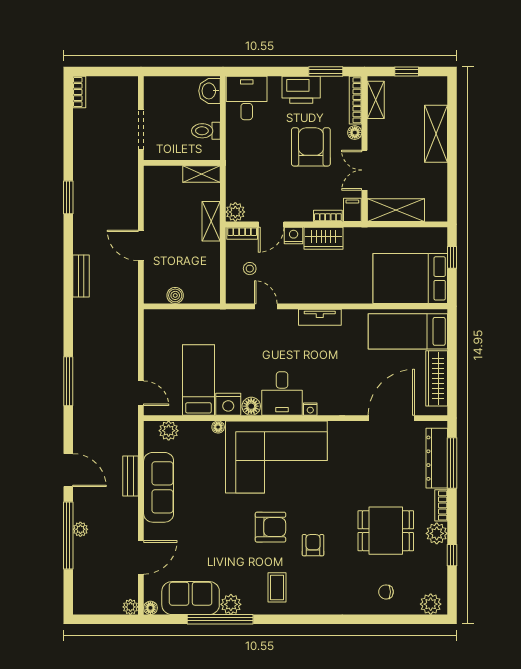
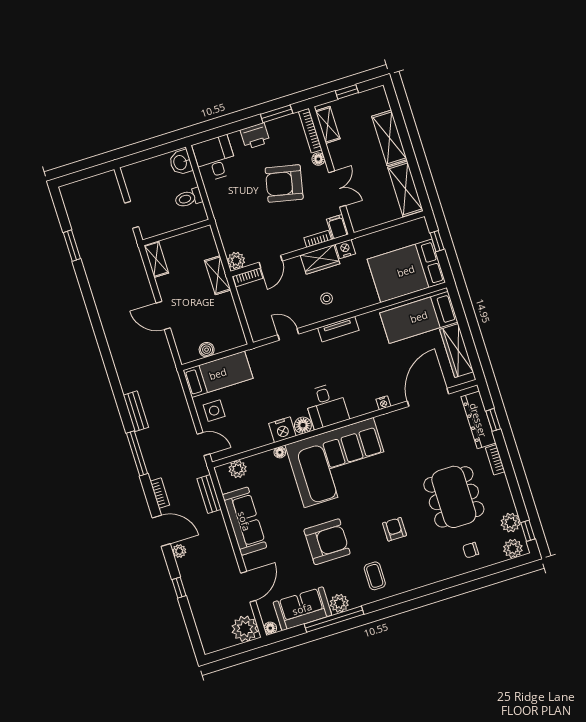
printer: (301, 90) -> (255, 136), width x0.73, depth x0.84
bookcase: (79, 92) -> (160, 493), moved
doorway: (141, 130) -> (132, 215), width x0.73
armchair: (311, 147) -> (284, 183), turned -78
double door: (365, 170) -> (337, 189), swing flipped
shelving: (202, 174) -> (156, 259), moved, turned 90
window: (68, 197) -> (72, 246), moved
shelving: (396, 210) -> (405, 189), moved, turned 90
nightstand: (294, 236) -> (345, 249), moved
stool: (250, 269) -> (327, 299), moved
bench: (81, 276) -> (136, 411), moved
side table: (163, 362) -> (214, 411), added
bed: (198, 380) -> (218, 374), moved, turned 90
nightstand: (310, 409) -> (383, 403), moved
window: (452, 463) -> (493, 420), width x0.46
bench: (130, 476) -> (209, 494), moved
armchair: (270, 527) -> (327, 542), moved, width x1.36, depth x1.36
plant: (80, 529) -> (179, 551), moved
dining table: (386, 531) -> (454, 497), width x1.38
plant: (437, 533) -> (511, 523), moved
window: (68, 536) -> (179, 588), width x0.32
window: (452, 555) -> (528, 531), moved
plant: (130, 607) -> (245, 629), width x1.88, depth x1.88

